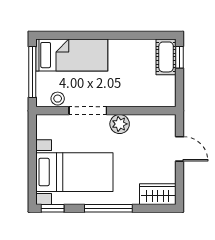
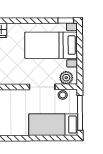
plant: (120, 124) -> (66, 78), moved
window: (108, 208) -> (28, 21), removed

